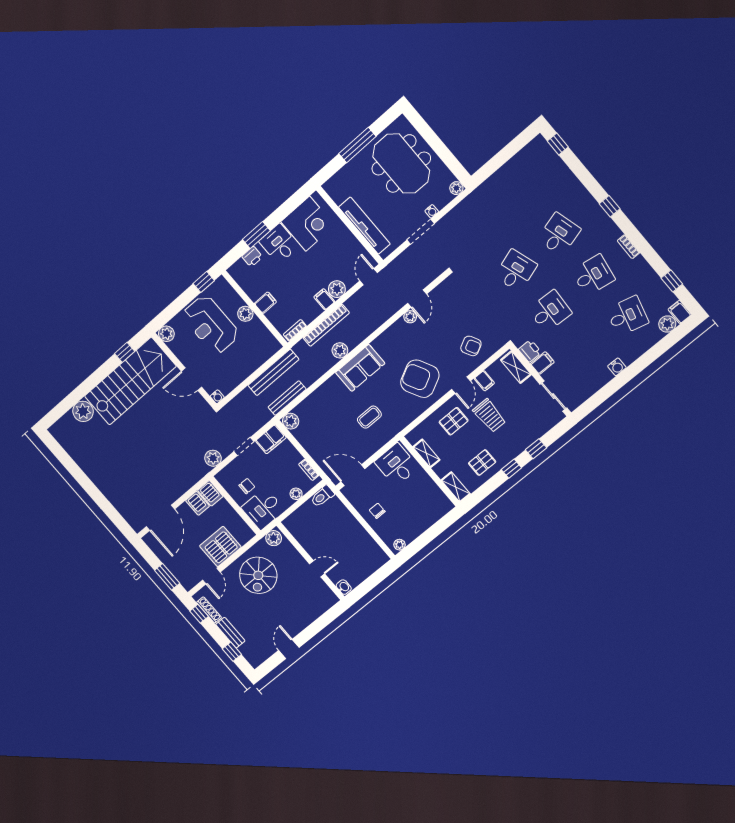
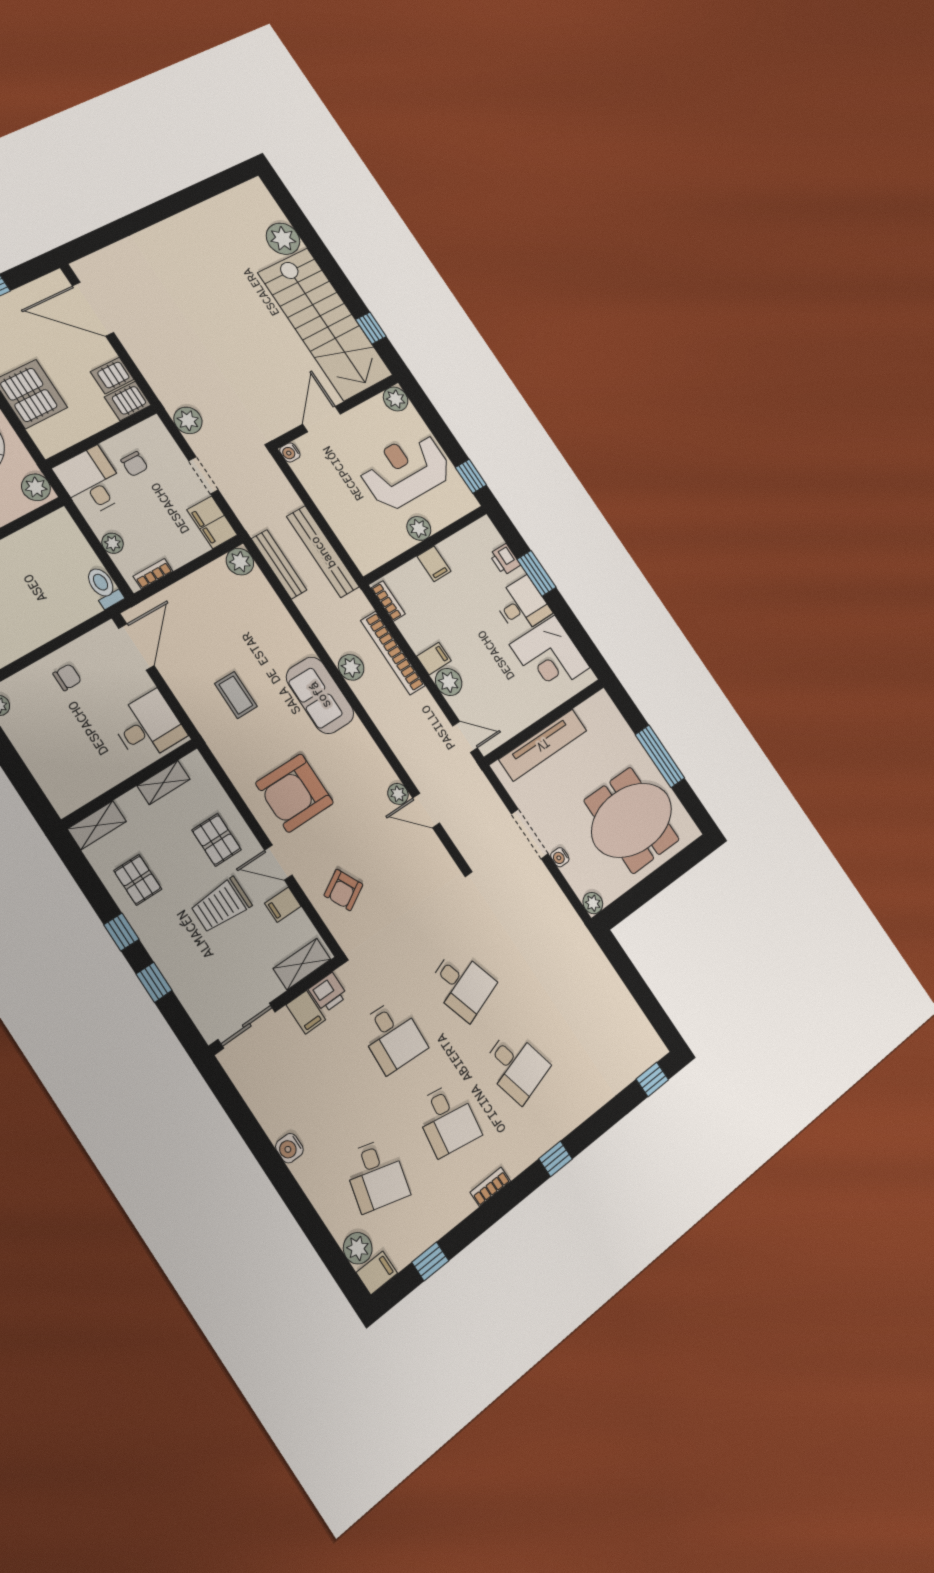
armchair: (420, 379) -> (295, 793), turned -153

